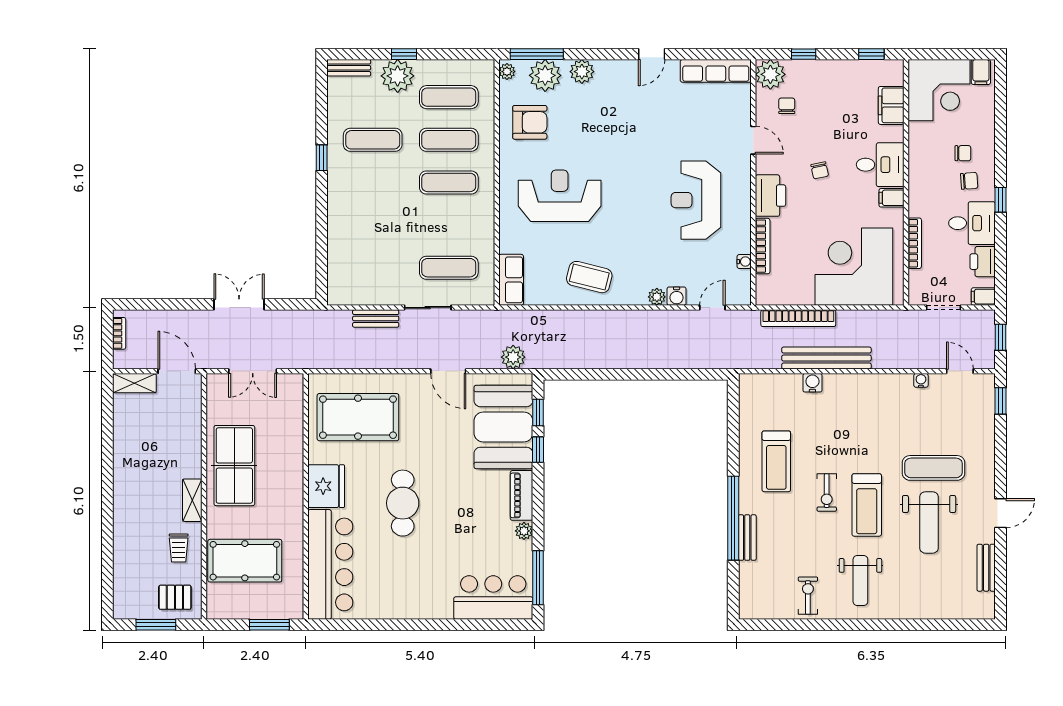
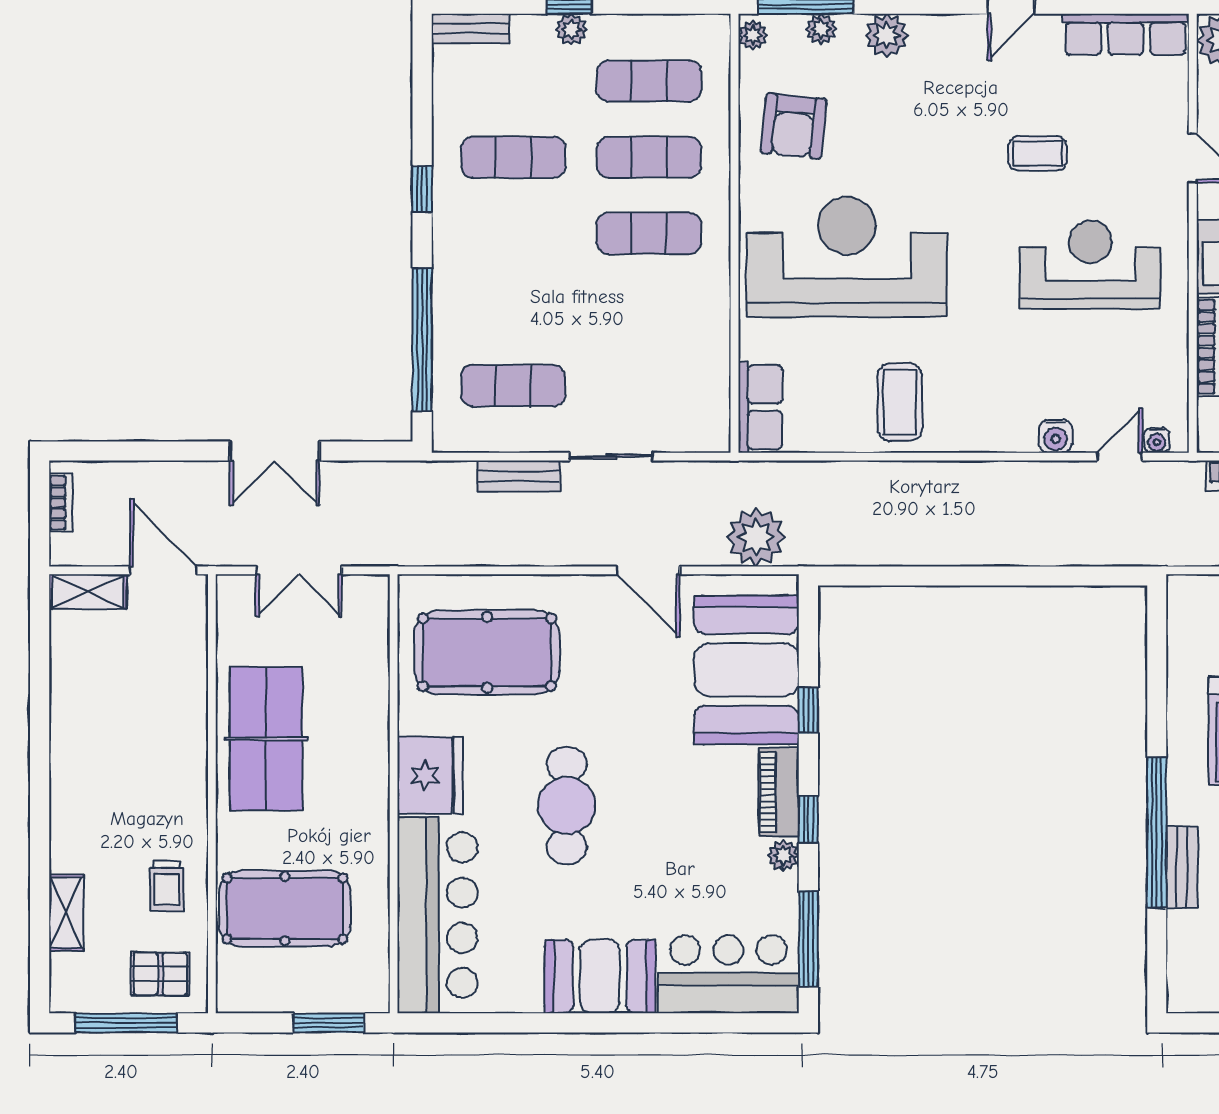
plant: (545, 75) -> (821, 29), width x0.53, depth x0.53
plant: (398, 76) -> (571, 29), width x0.53, depth x0.53
armchair: (530, 122) -> (794, 126), turned 96
coffee table: (666, 138) -> (1038, 153), added
reception desk: (560, 196) -> (847, 257), width x1.36, depth x1.30
reception desk: (696, 200) -> (1090, 265), turned 90
window: (322, 242) -> (422, 340), added
water cooler: (744, 262) -> (1157, 440), moved, turned 90
exercise mat: (449, 268) -> (513, 386), moved
coffee table: (589, 277) -> (900, 402), turned 76
plant: (657, 297) -> (1020, 437), removed
double door: (239, 304) -> (275, 451), swing flipped
plant: (513, 357) -> (756, 537), width x1.36, depth x1.36
window: (538, 412) -> (808, 819), moved
shelving: (192, 500) -> (66, 913), moved
booth: (421, 599) -> (600, 976), added
window: (156, 625) -> (126, 1023), width x1.44

